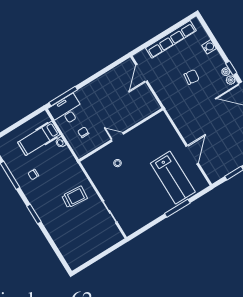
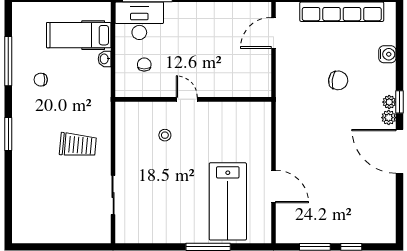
door: (192, 155) -> (273, 186), hinge flipped

